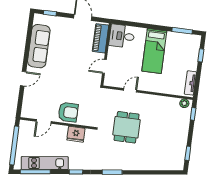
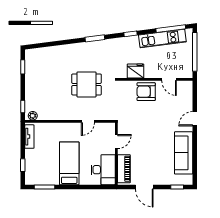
desk: (122, 36) -> (103, 170), width x1.37
door: (44, 121) -> (169, 79), swing flipped
dining table: (127, 127) -> (87, 84), turned 90

